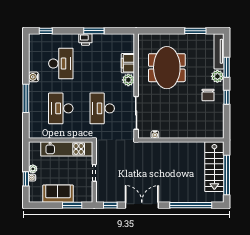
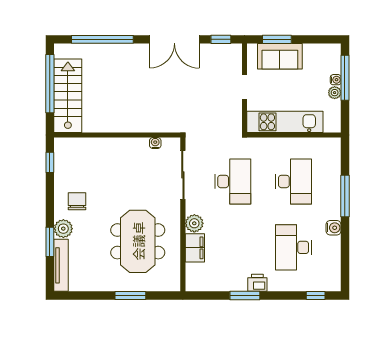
window: (195, 31) -> (130, 295), moved
window: (227, 97) -> (50, 162), moved
window: (26, 179) -> (345, 78), width x2.17
sofa: (58, 194) -> (280, 56), moved

